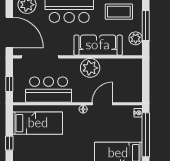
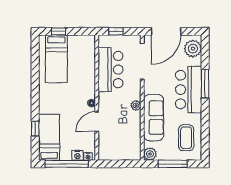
plant: (136, 38) -> (150, 154), moved
plant: (90, 68) -> (136, 106), width x0.53, depth x0.53
door: (102, 104) -> (97, 122), swing flipped
bed: (38, 123) -> (56, 59), moved
nightstand: (137, 124) -> (77, 155), added

